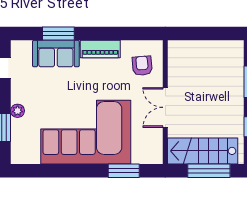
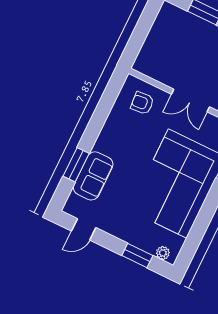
piano: (100, 49) -> (109, 134), removed
plant: (18, 111) -> (163, 253), moved

